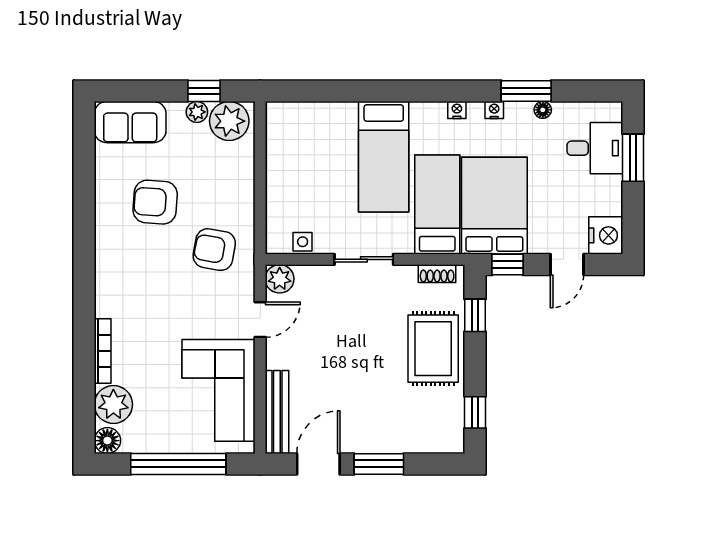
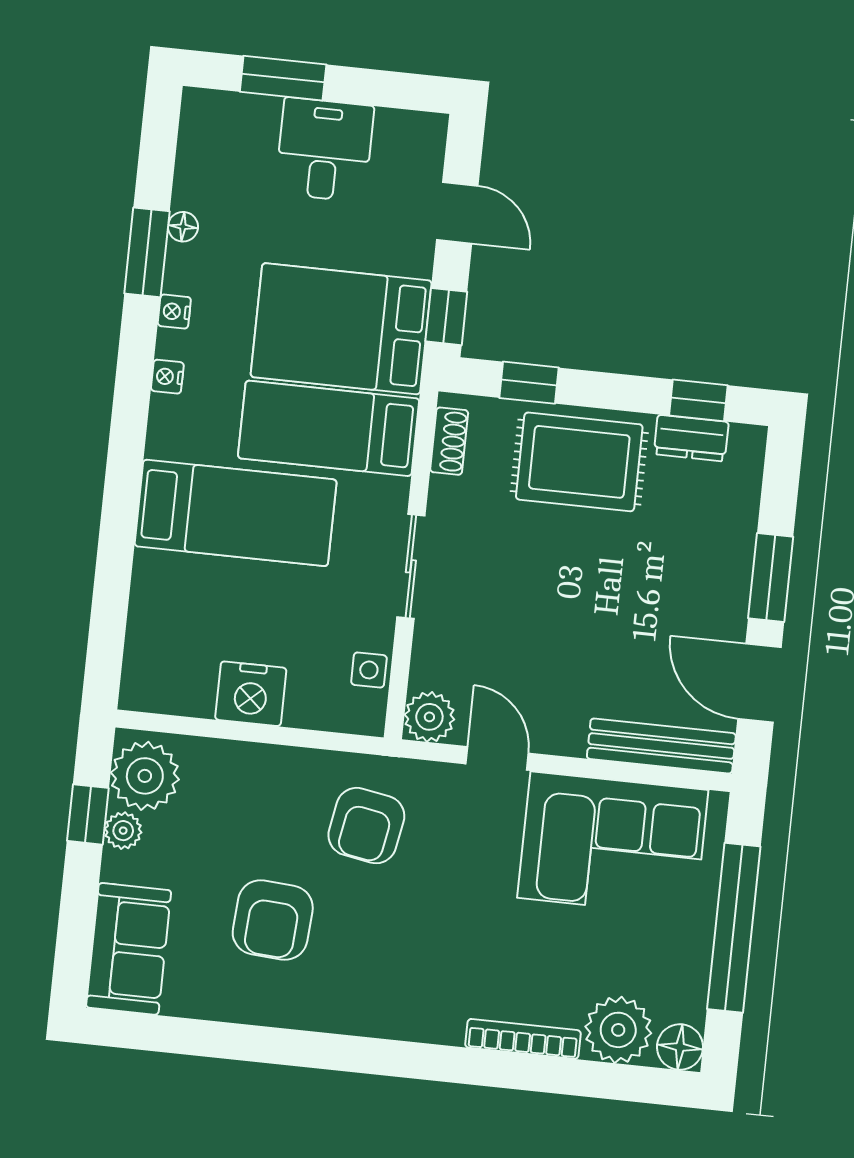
desk: (595, 148) -> (325, 150), moved
nightstand: (606, 235) -> (251, 694), moved, turned 180
dresser: (453, 411) -> (691, 438), added

